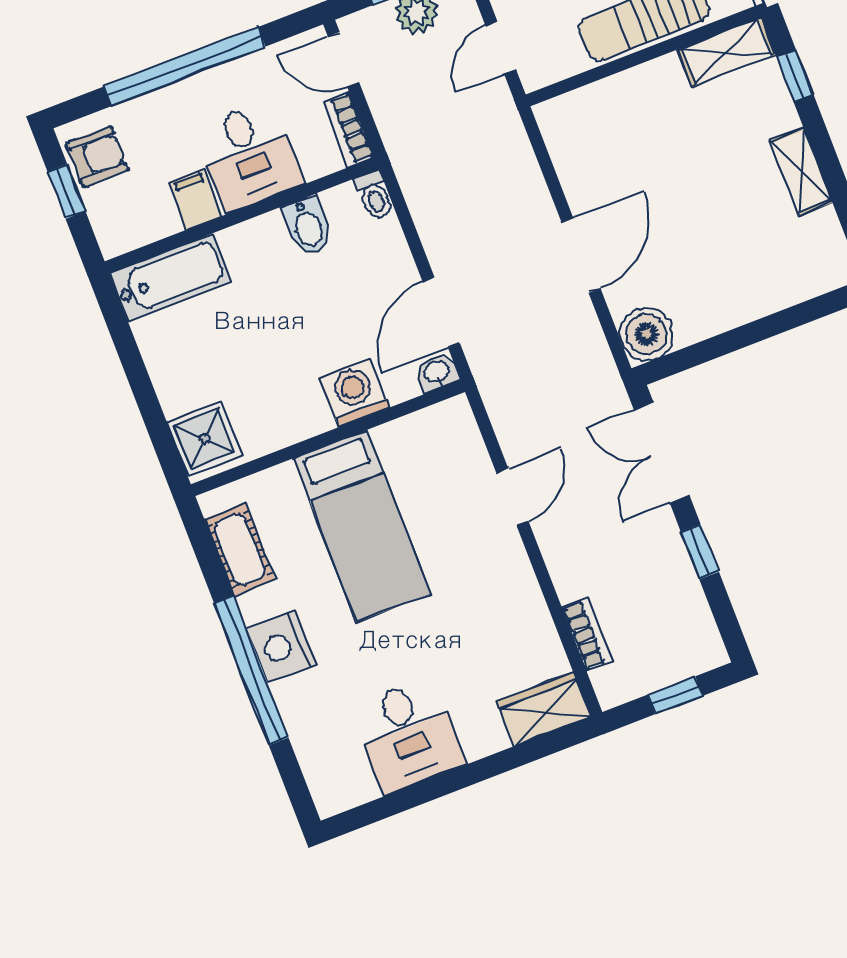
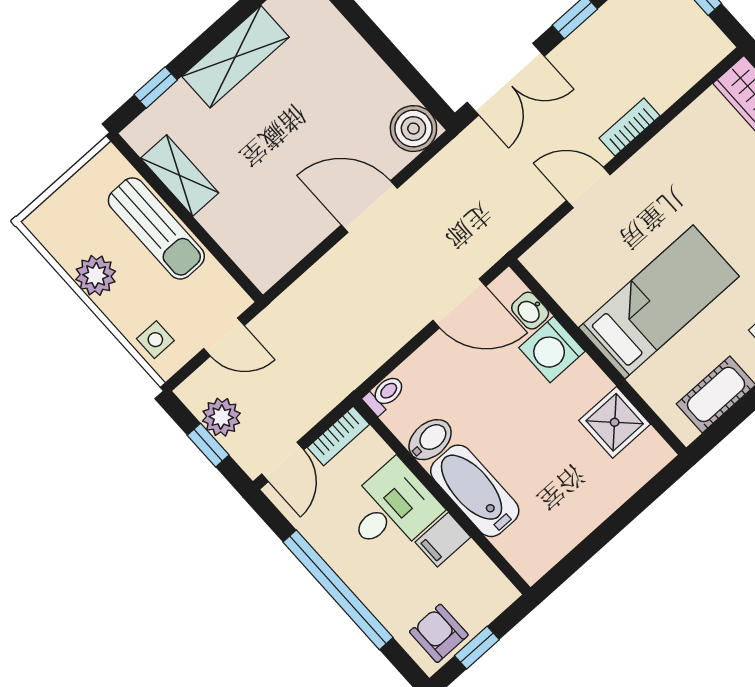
shelving: (727, 52) -> (180, 175), moved
shelving: (801, 171) -> (236, 57), width x1.50, depth x1.33
bathtub: (170, 278) -> (475, 491), moved
washbasin: (437, 373) -> (530, 311), moved
shower: (204, 439) -> (615, 422), moved
bookcase: (587, 634) -> (629, 127), moved

